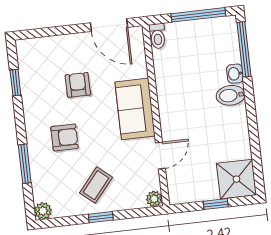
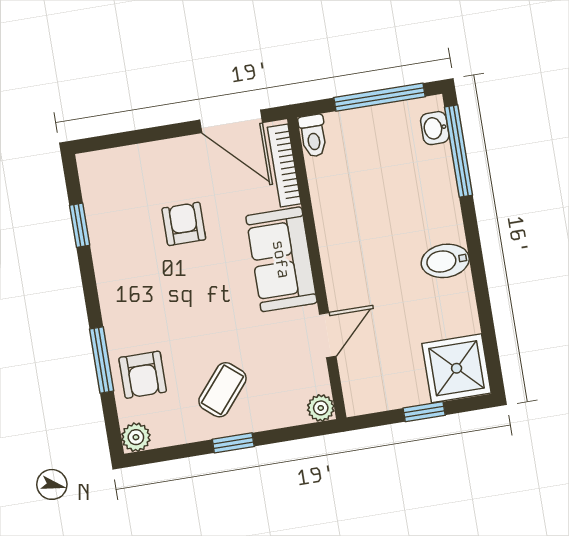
bookcase: (139, 53) -> (284, 165), added
washbasin: (235, 74) -> (435, 128), moved
bidet: (231, 95) -> (445, 261), moved
armchair: (64, 137) -> (143, 375), moved, turned 90

